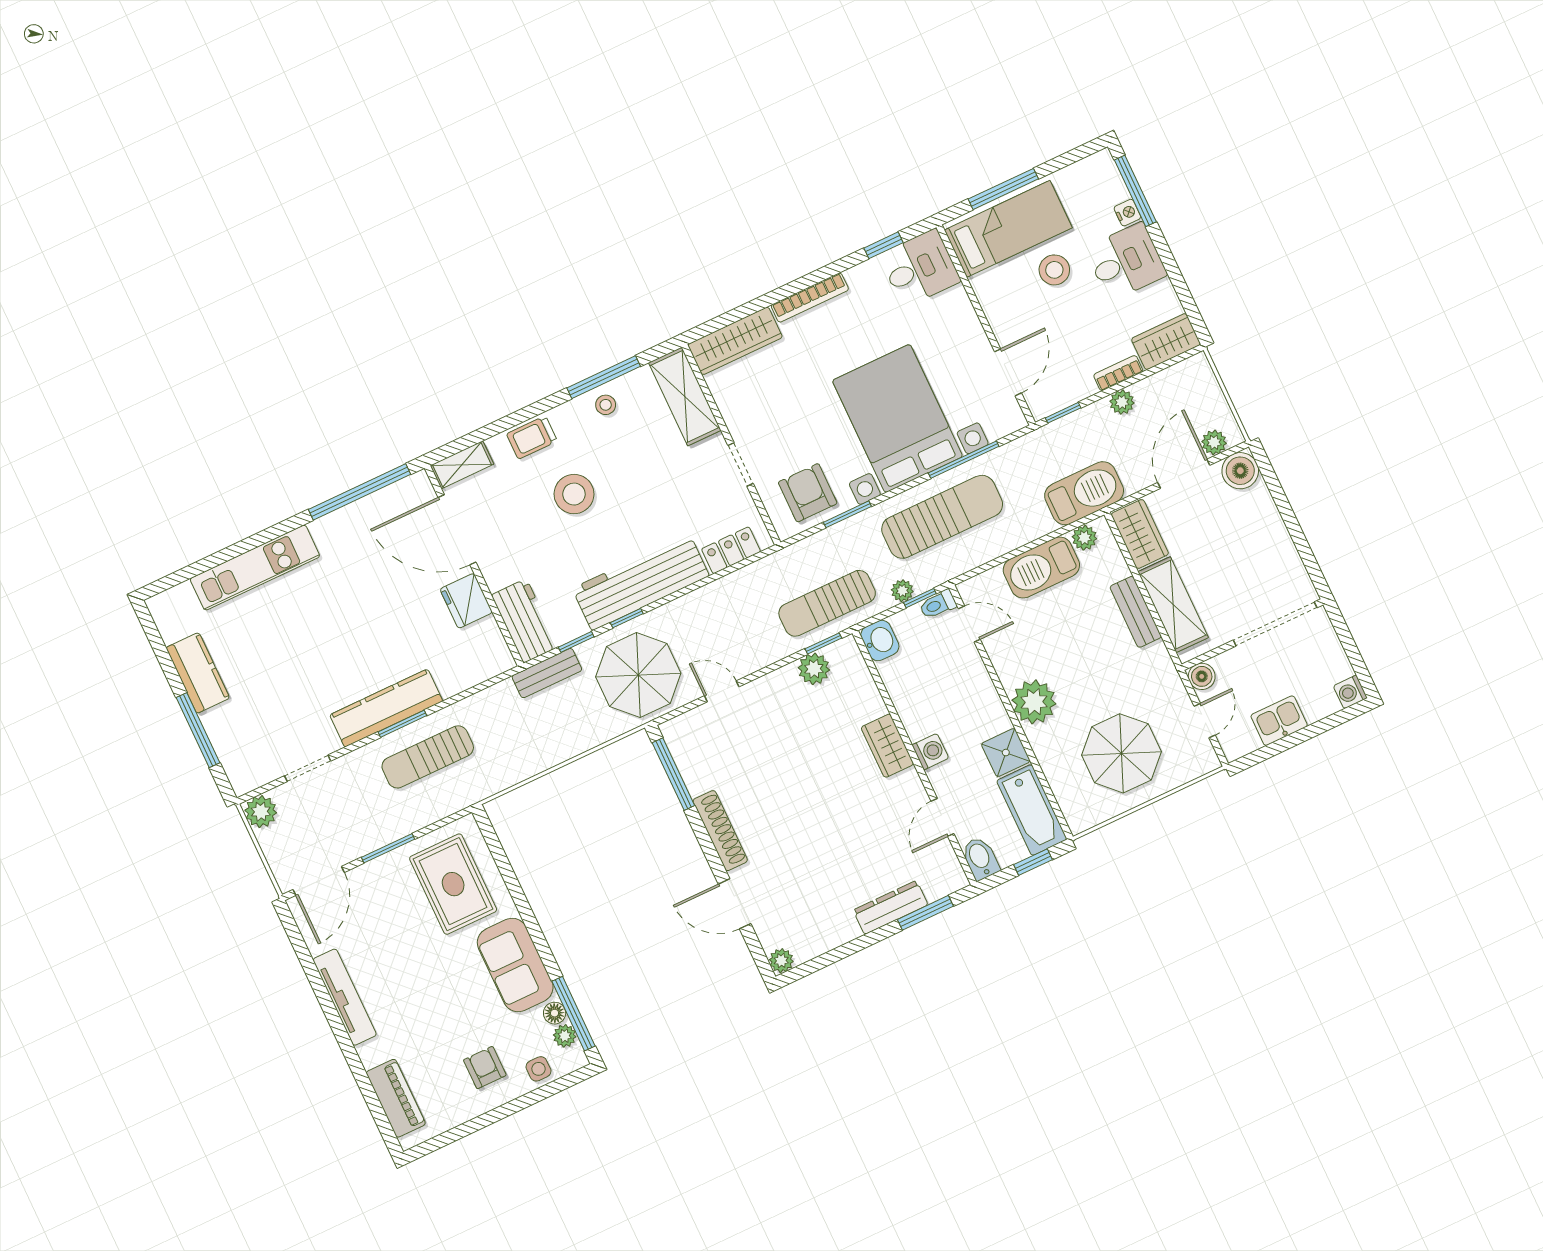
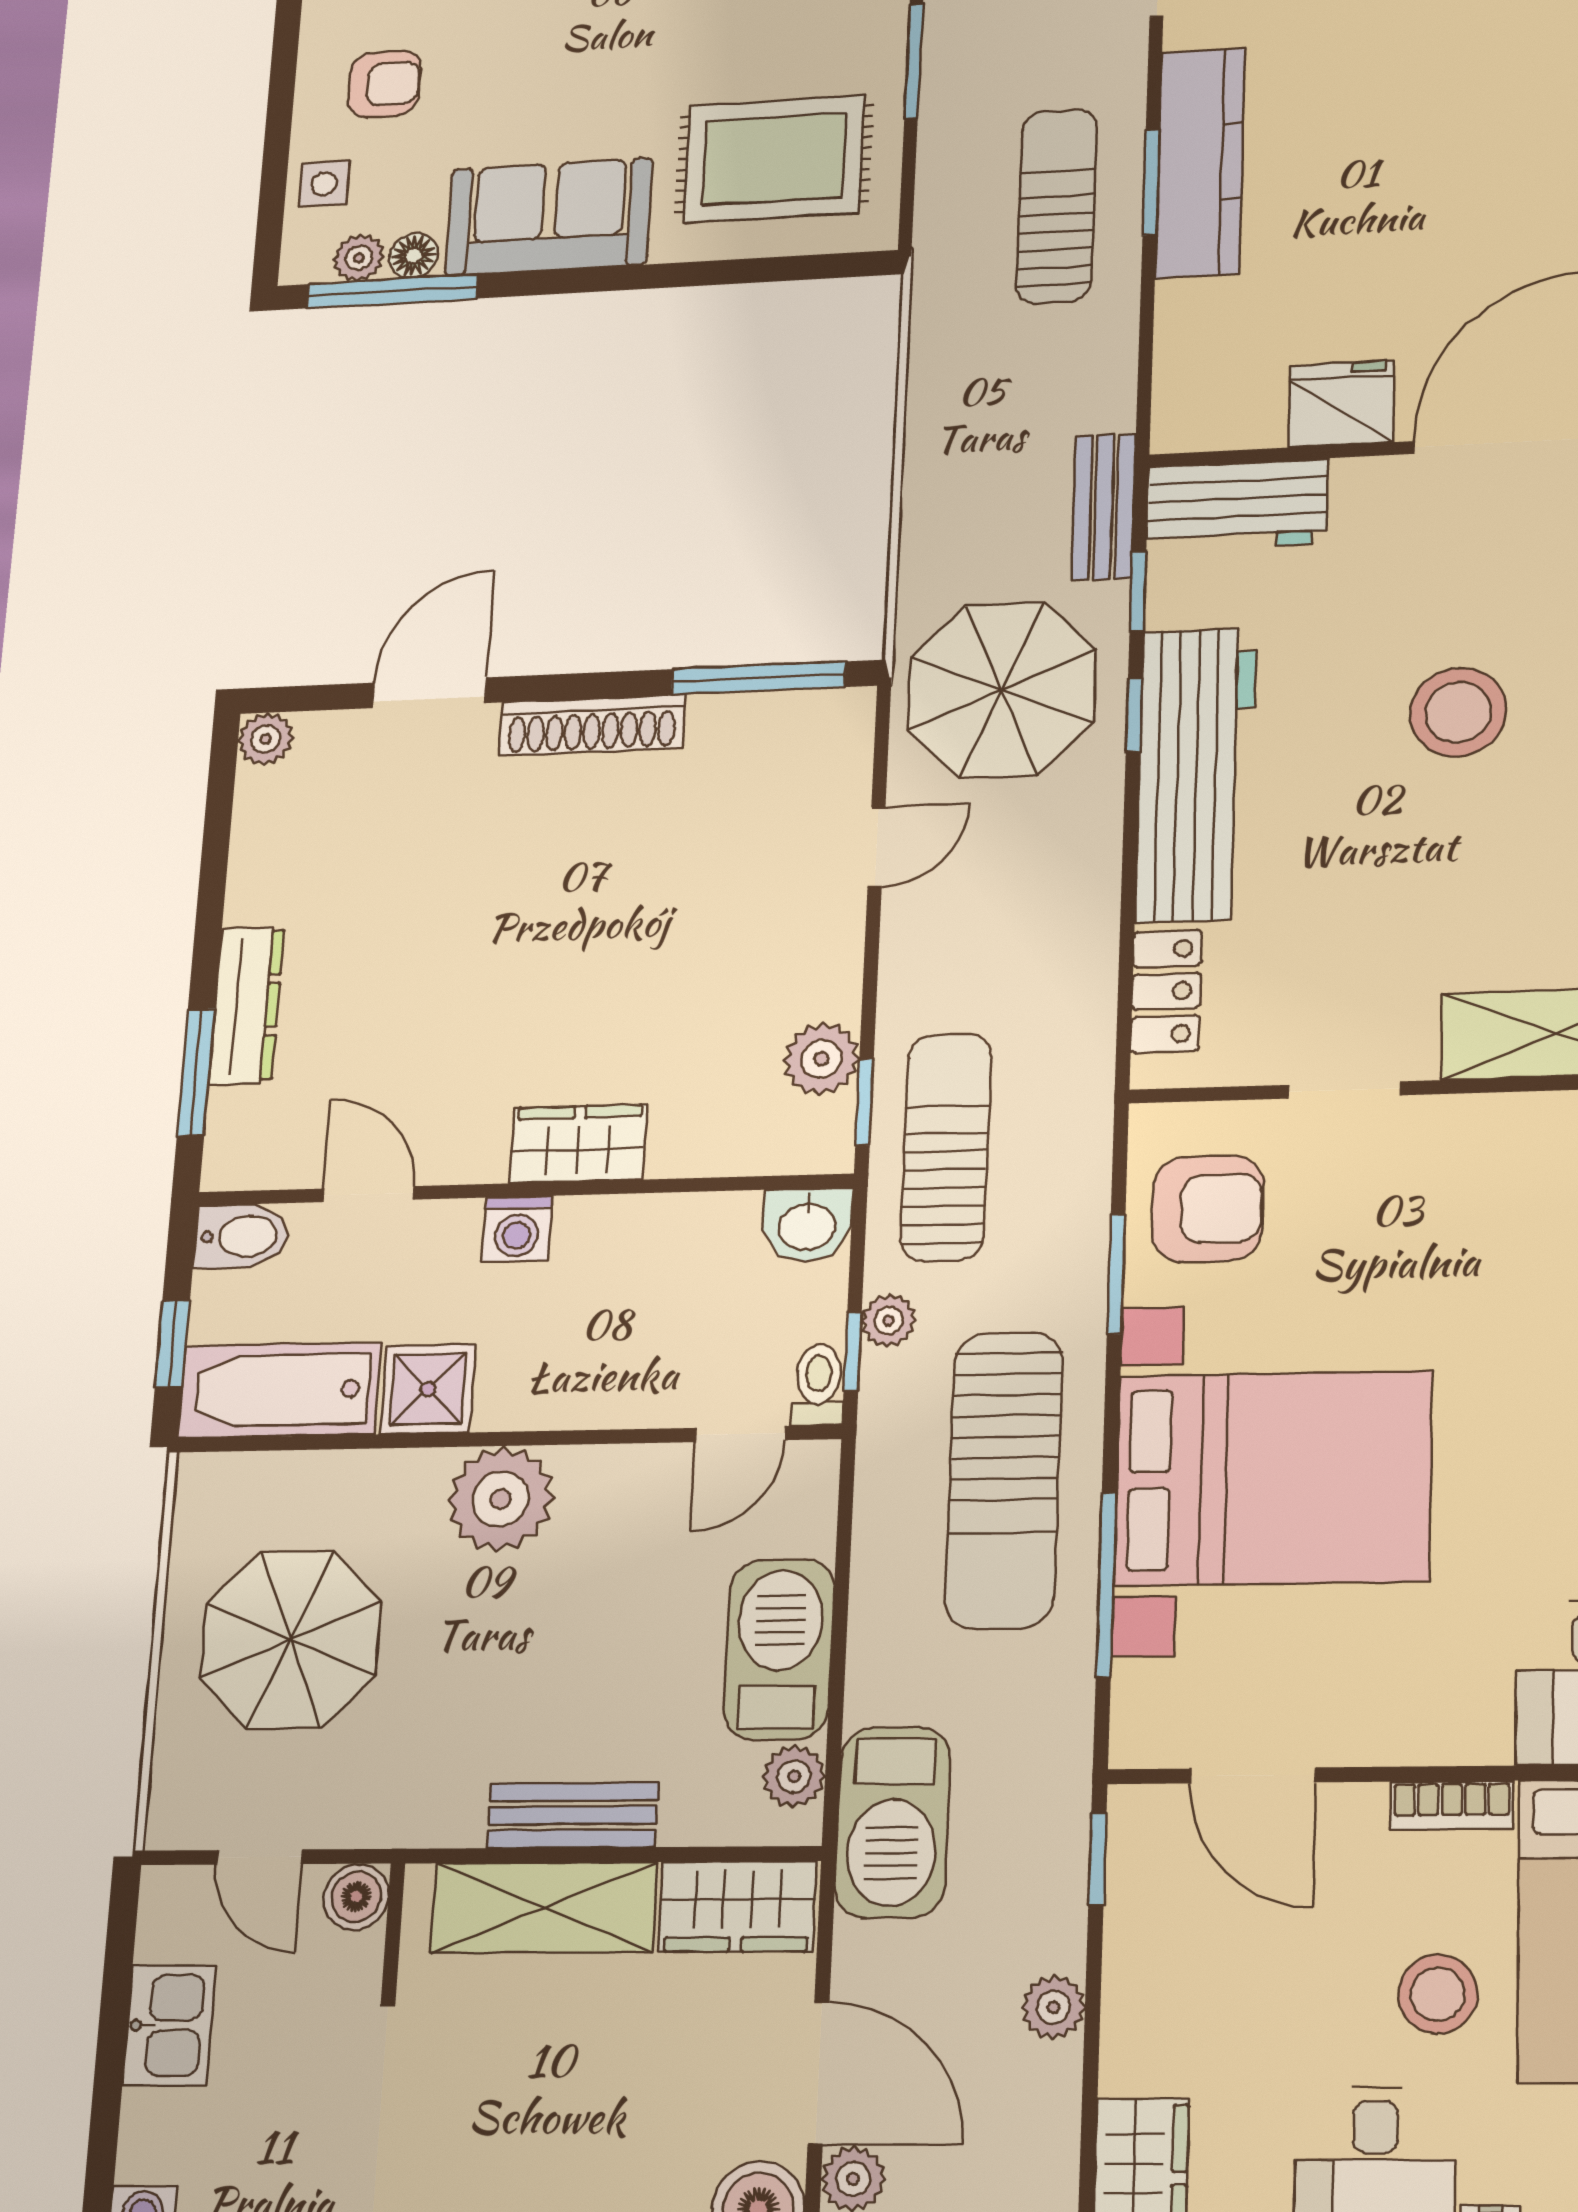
bookcase: (1118, 373) -> (1452, 1805), moved, turned 90

